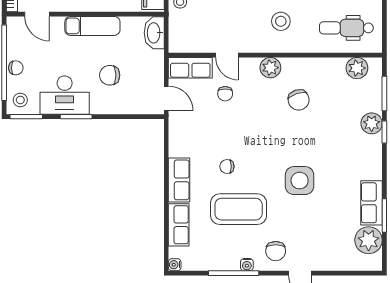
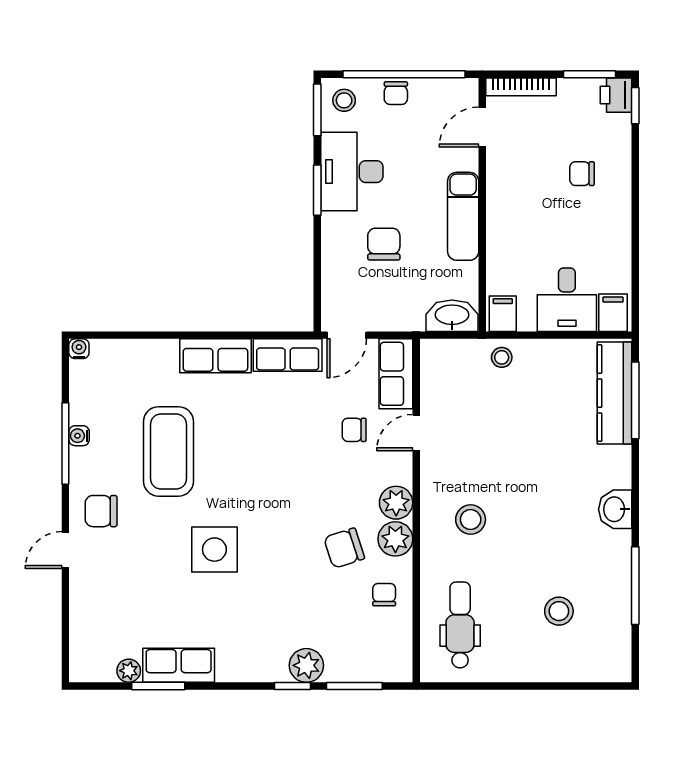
plant: (357, 68) -> (395, 539), moved
chair: (227, 166) -> (384, 595), moved
row of seats: (179, 225) -> (288, 355), moved
plant: (369, 240) -> (129, 671), width x0.53, depth x0.53
water cooler: (247, 265) -> (79, 436), moved

